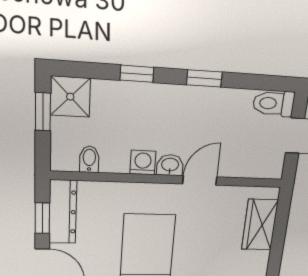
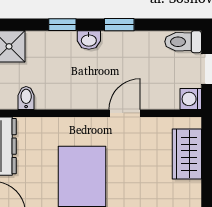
washing machine: (143, 163) -> (191, 99), moved, turned -90
washbasin: (170, 165) -> (89, 40), moved, turned 180

